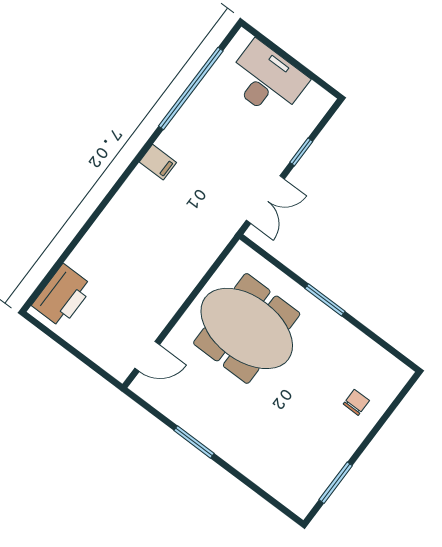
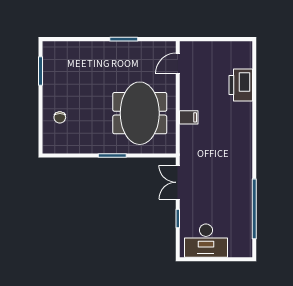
desk: (267, 80) -> (206, 241), moved
filing cabinet: (158, 162) -> (189, 117), moved, turned 180
printer: (62, 296) -> (241, 85), moved
meeting table: (247, 328) -> (140, 113), turned 90

